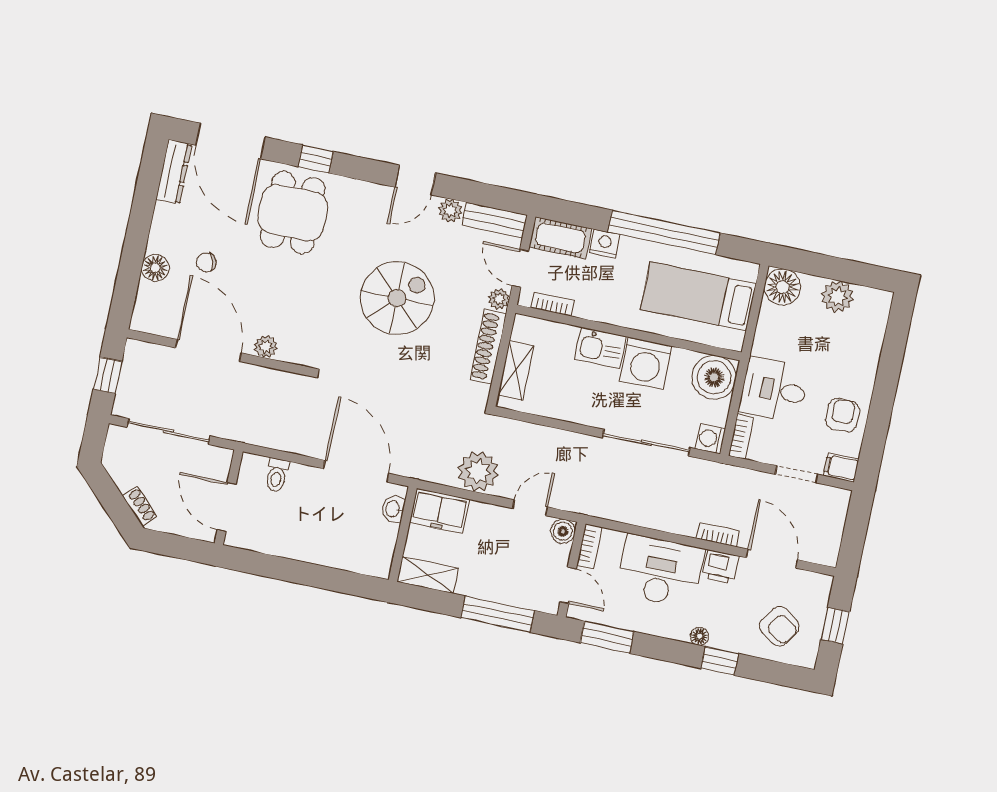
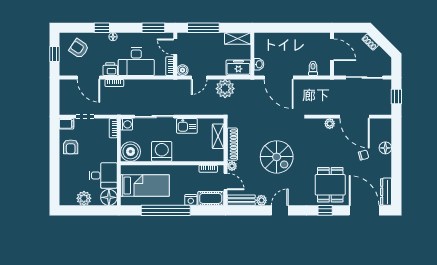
spiral stairs: (397, 298) -> (277, 157), turned -90
kitchen sink: (601, 348) -> (187, 126), moved, turned 180
desk: (774, 390) -> (103, 175), moved

